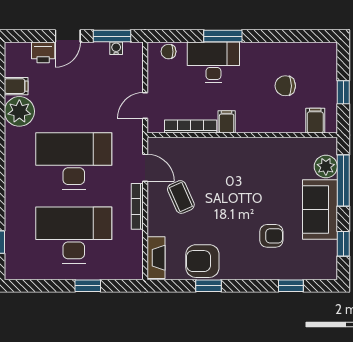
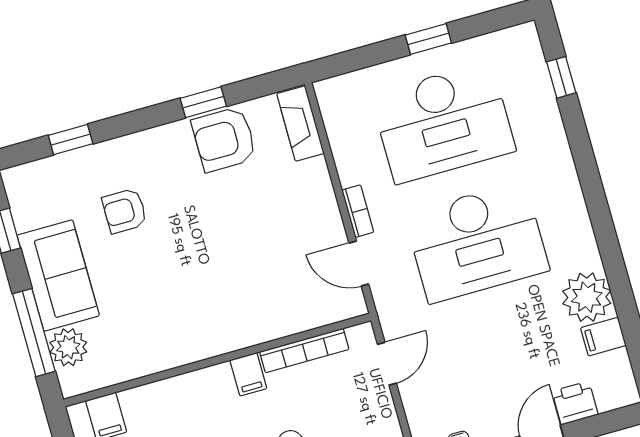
coffee table: (181, 197) -> (288, 233), removed
bookcase: (137, 206) -> (358, 211), width x0.64
armchair: (202, 261) -> (224, 139), turned 180
window: (88, 286) -> (428, 39), moved

